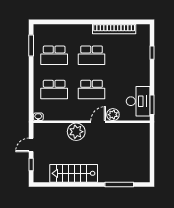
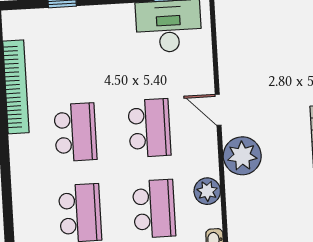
plant: (113, 115) -> (207, 191), moved

